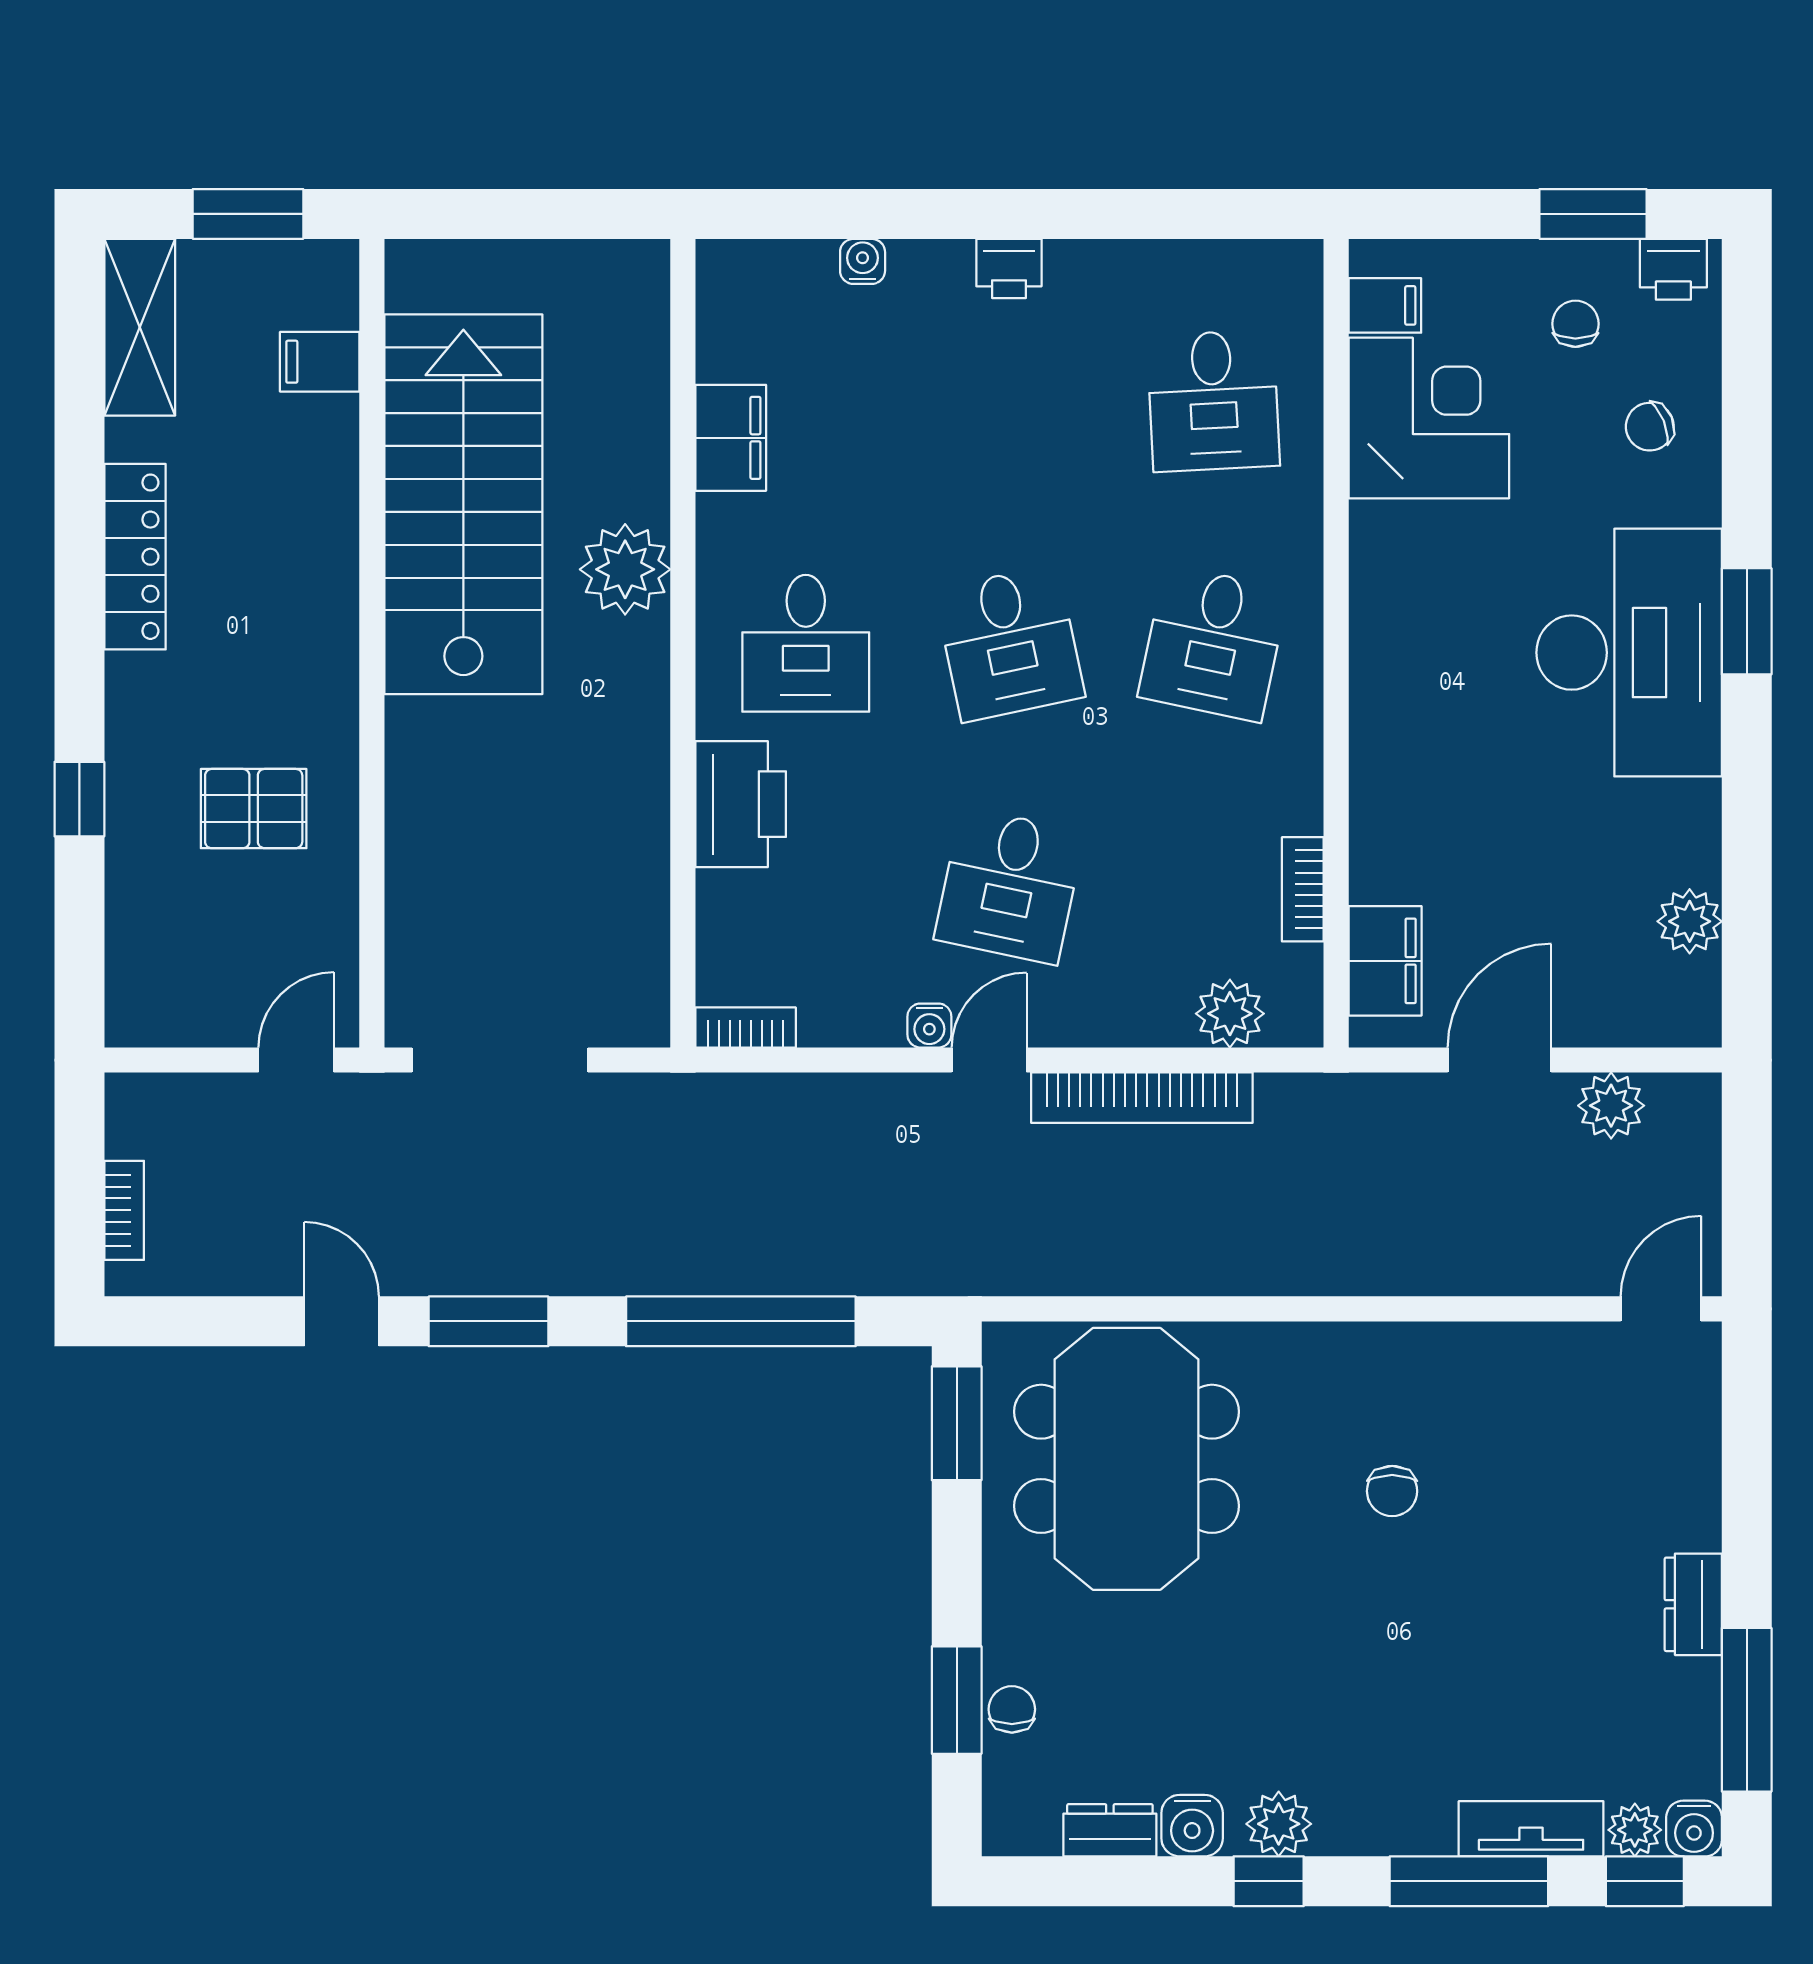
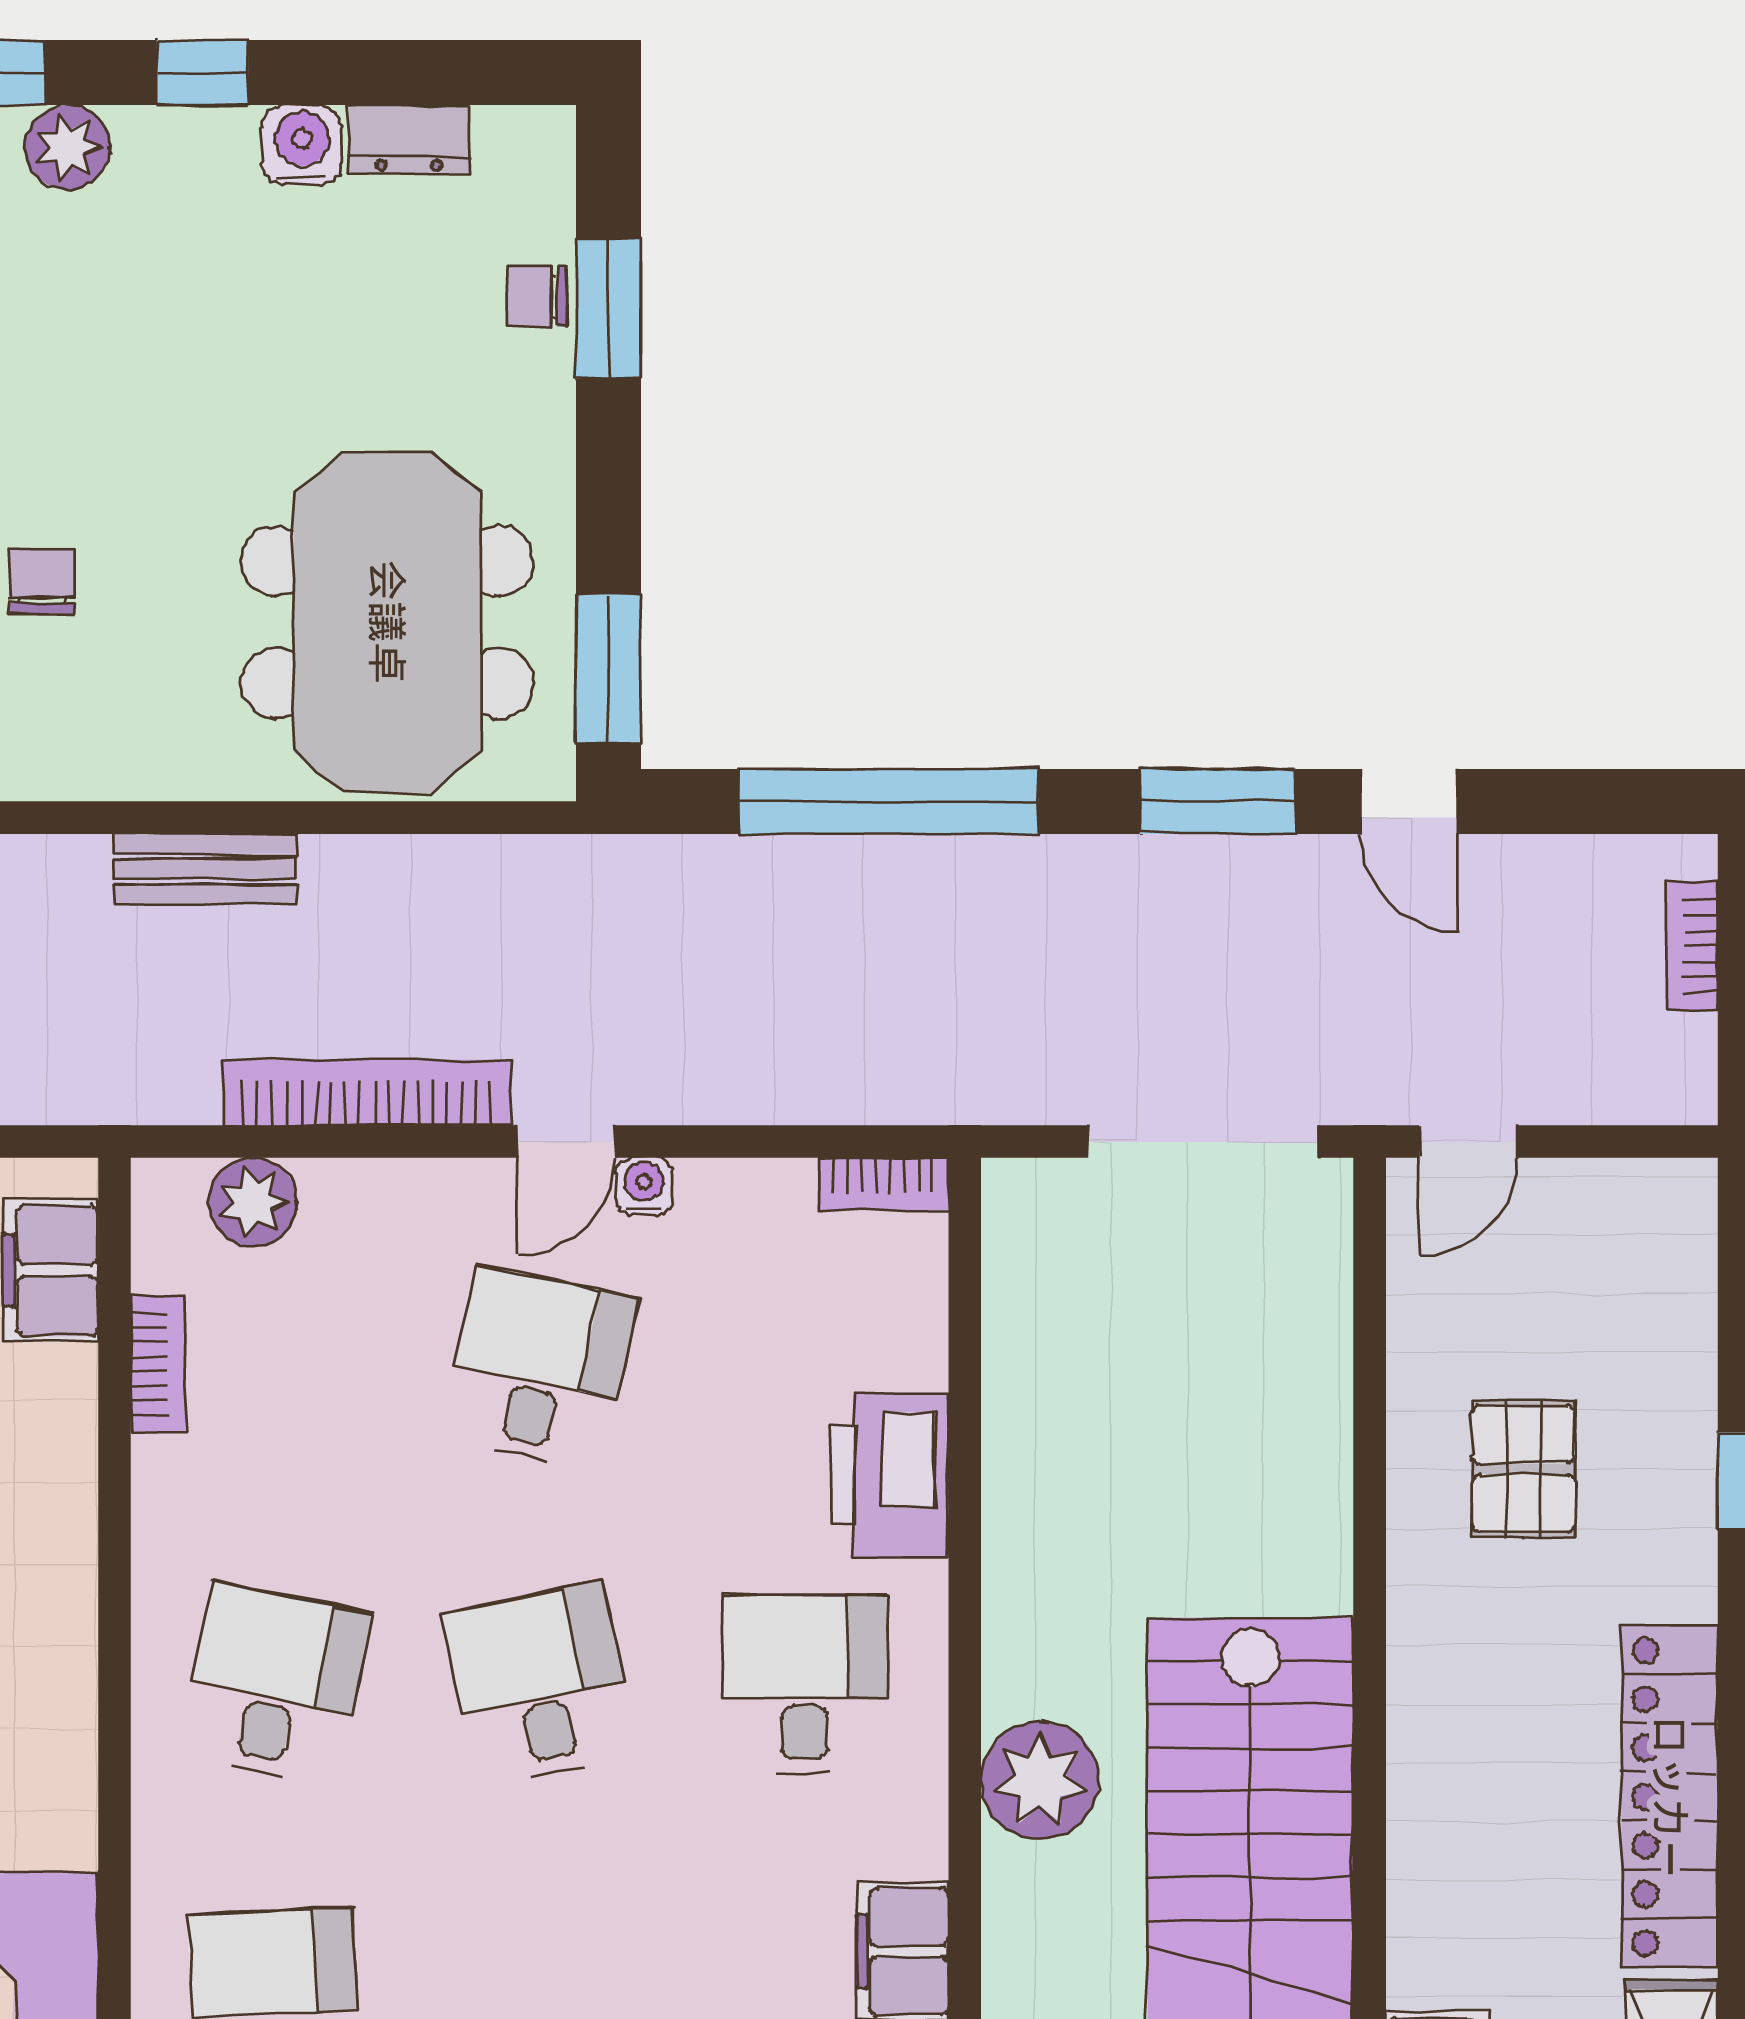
locker: (135, 557) -> (1670, 1797), width x1.41, depth x1.21
pallet: (254, 809) -> (1523, 1469), turned 90
bench: (1266, 1270) -> (205, 869), added
chair: (1012, 1709) -> (537, 296), turned 90
plant: (1279, 1824) -> (67, 147), moved

